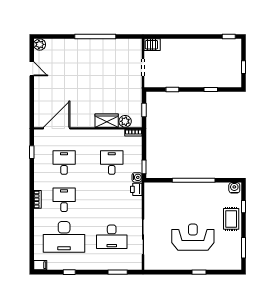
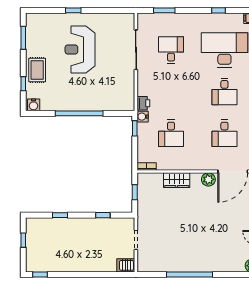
plant: (125, 121) -> (208, 179), moved
desk: (112, 237) -> (171, 50), width x0.73
reception desk: (193, 237) -> (80, 50), turned 90

